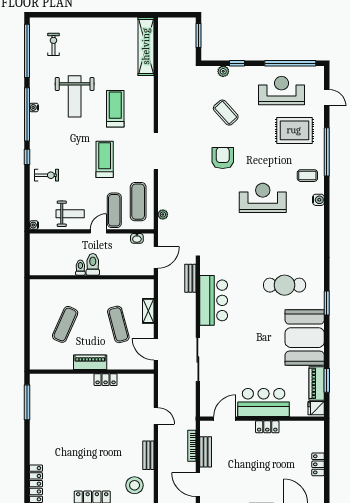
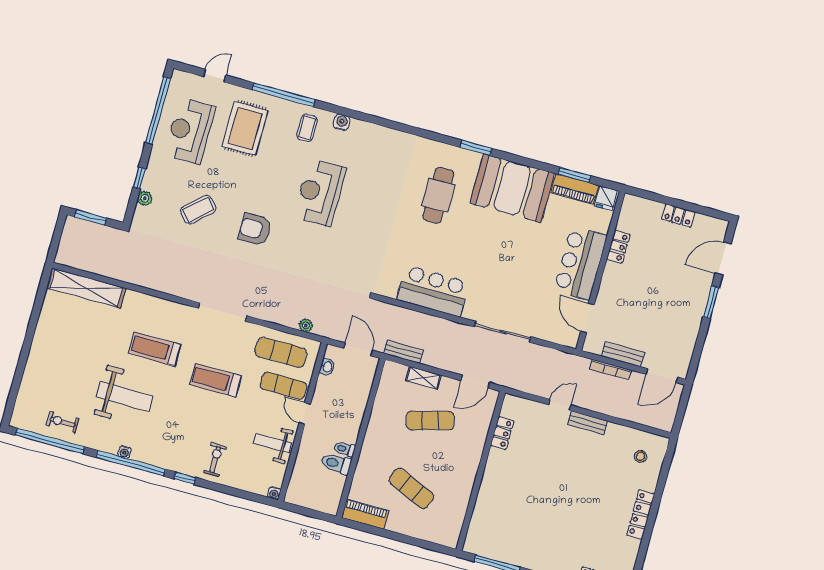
exercise bike: (53, 44) -> (63, 422), moved
weight bench: (70, 214) -> (272, 443), turned -90
toilet: (93, 264) -> (336, 464), moved
bench: (190, 278) -> (403, 352), moved
piano: (90, 362) -> (365, 514), moved, turned 90
locker: (106, 380) -> (502, 433), moved
locker: (267, 427) -> (618, 247), moved
bench: (148, 455) -> (587, 423), moved
stool: (135, 485) -> (640, 456), width x0.53, depth x0.53

